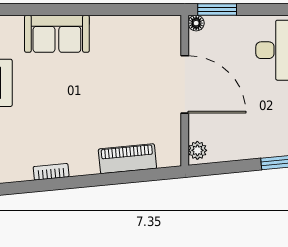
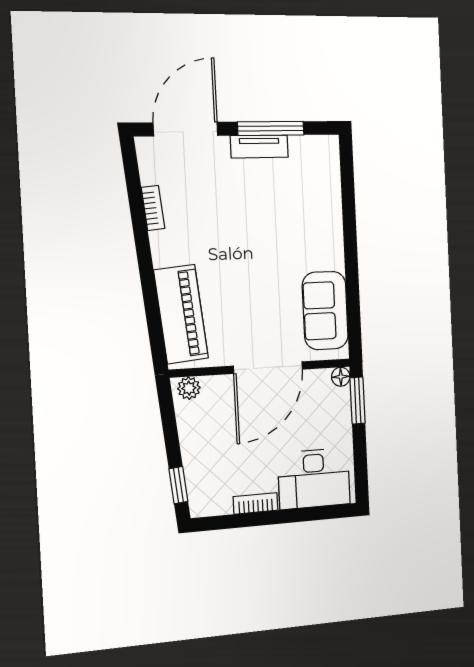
sofa: (57, 34) -> (325, 311), moved
piano: (127, 159) -> (181, 314), width x1.37, depth x1.33

